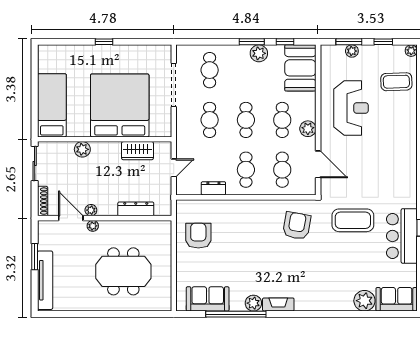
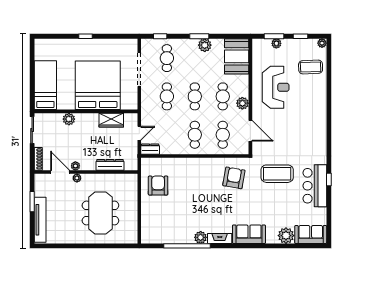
window: (285, 42) -> (160, 36), moved
dresser: (213, 188) -> (150, 149), moved
meeting table: (123, 271) -> (100, 213), turned 90
sofa: (208, 299) -> (249, 234), moved

